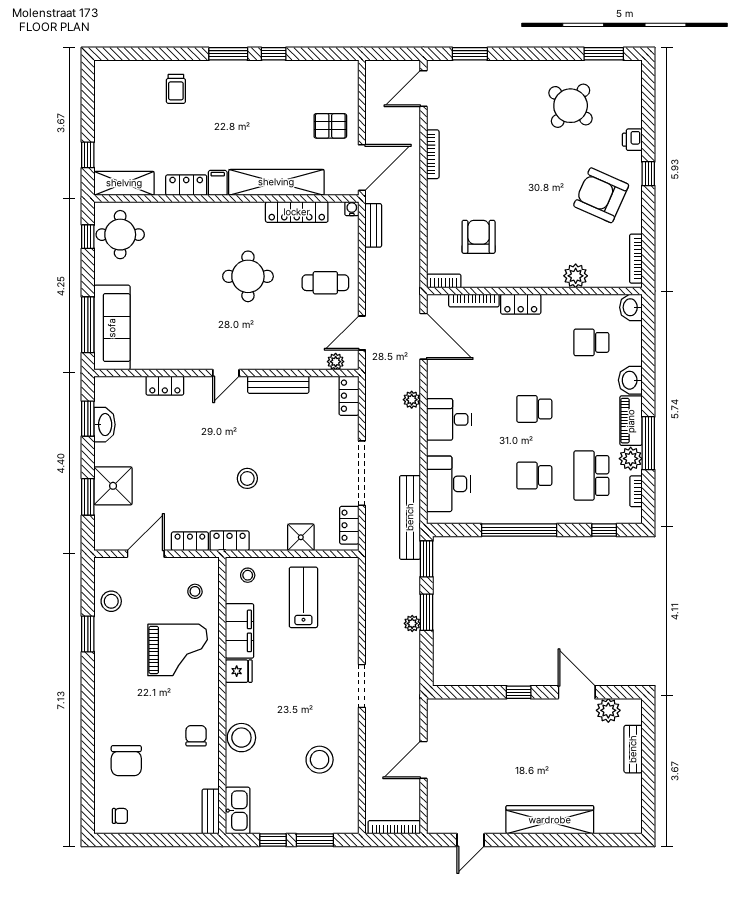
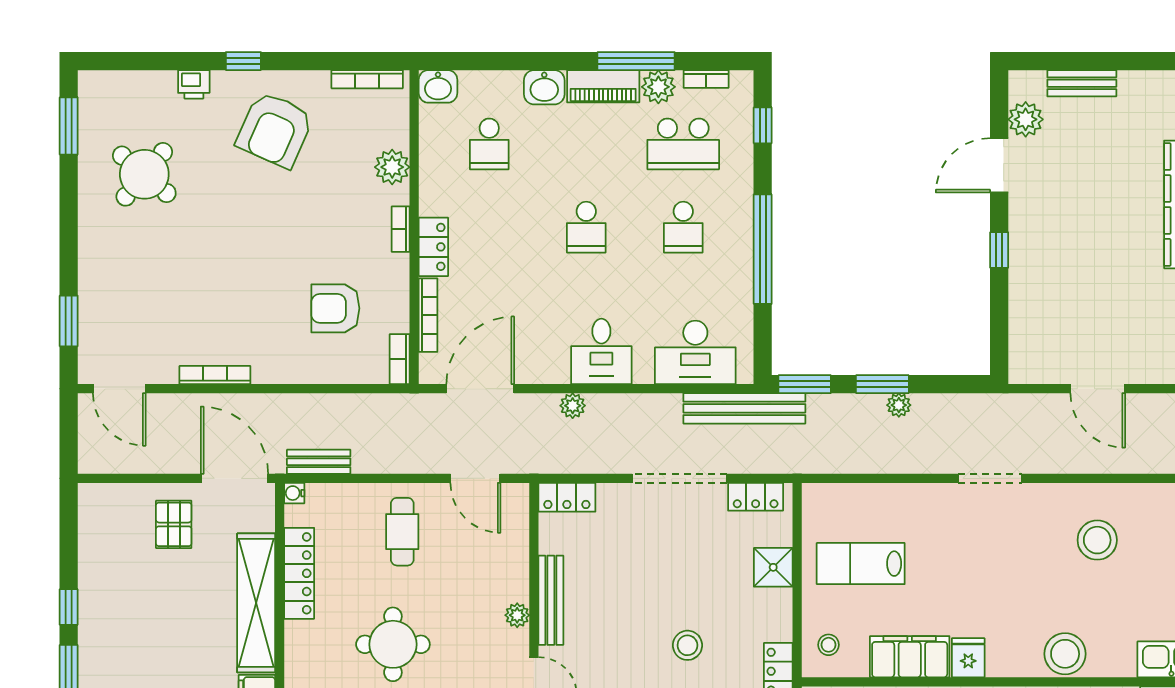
bookcase: (533, 282) -> (401, 229), added
plant: (336, 362) -> (517, 615), moved

